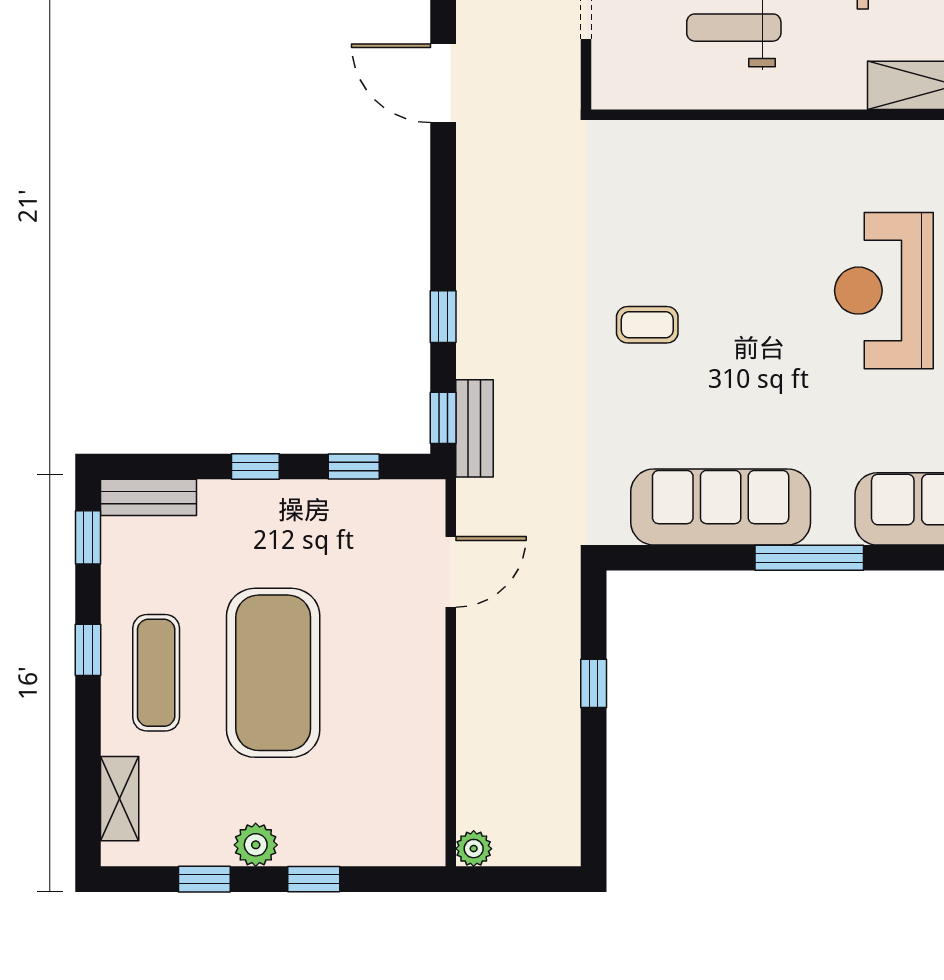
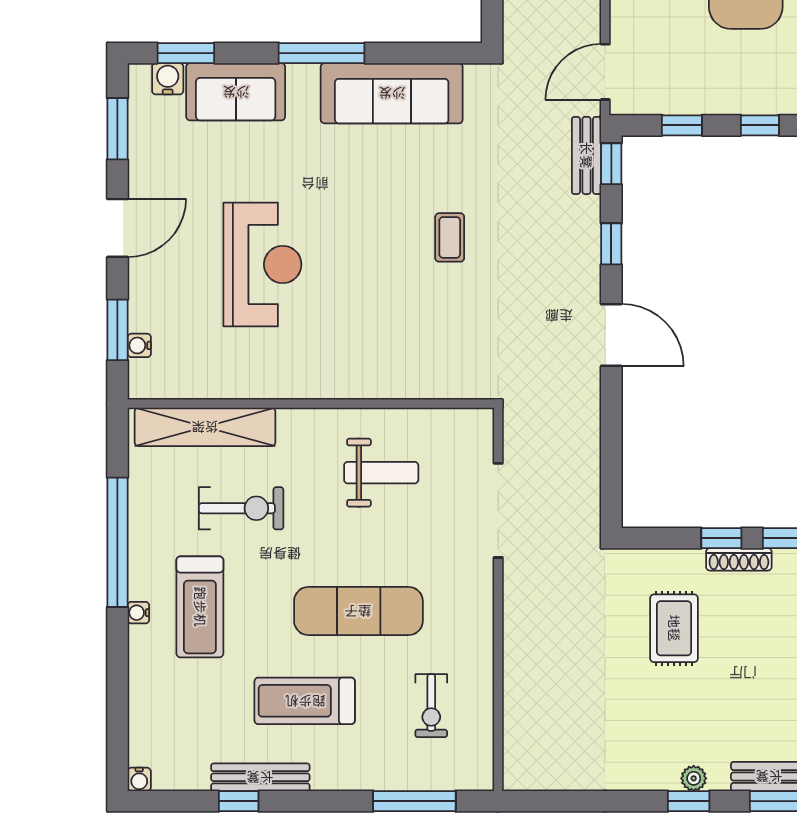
door: (443, 83) -> (611, 335), moved
coffee table: (647, 325) -> (450, 237), turned 90
door: (451, 572) -> (605, 72), moved

